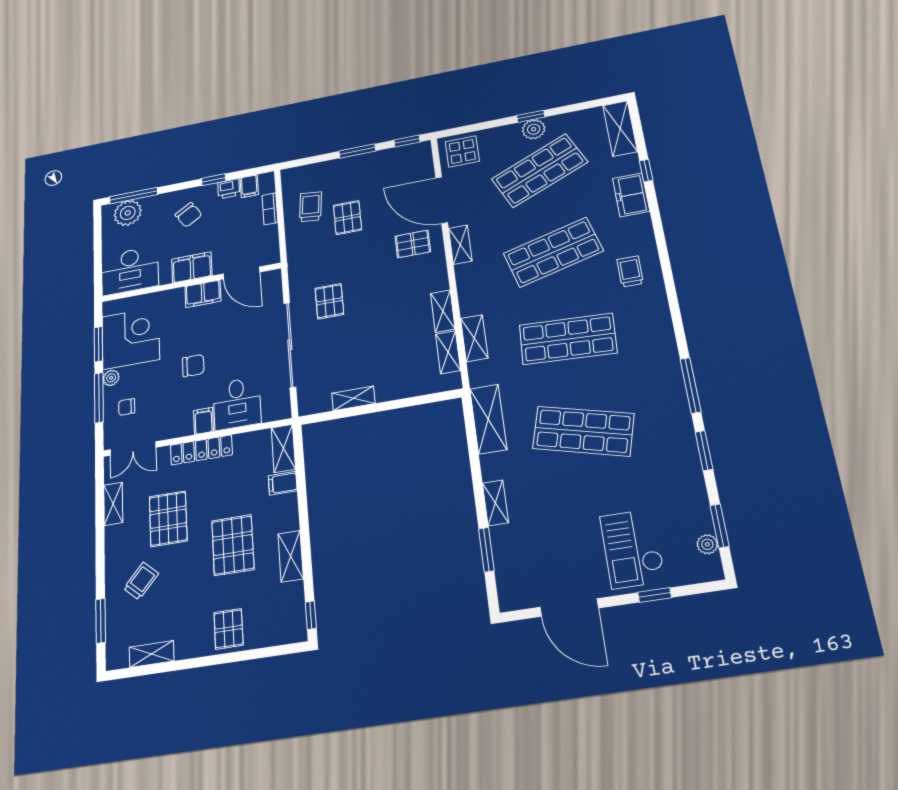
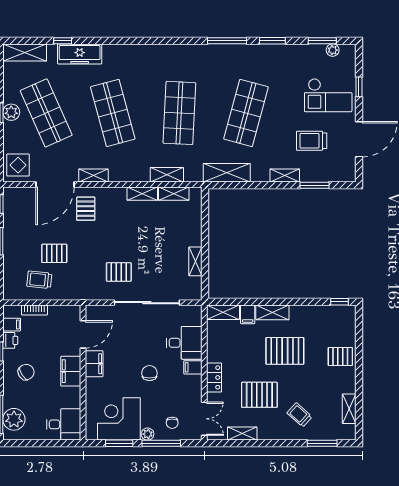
freezer: (631, 195) -> (80, 54), width x1.40
desk: (130, 271) -> (64, 424), width x0.73
trolley: (630, 271) -> (312, 141), moved, width x1.36, depth x1.39
locker: (201, 450) -> (214, 377), width x0.66
shelving: (291, 556) -> (272, 312), moved

